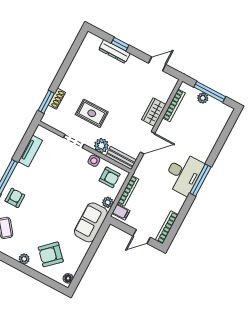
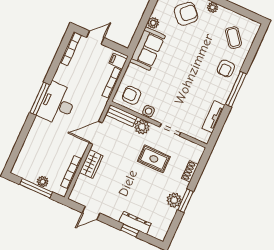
plant: (74, 71) -> (174, 200), added
window: (46, 102) -> (185, 201), moved
plant: (108, 202) -> (153, 23), moved

